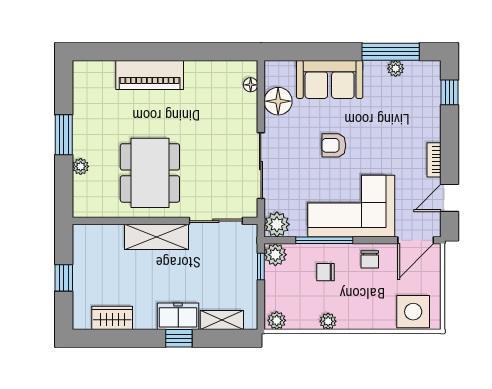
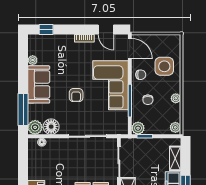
window: (391, 52) -> (23, 109), moved
sofa: (330, 79) -> (39, 84), moved
plant: (277, 224) -> (35, 127), moved
side table: (413, 312) -> (164, 66), moved

